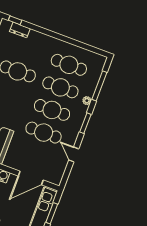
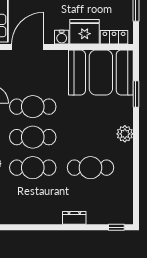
dresser: (20, 30) -> (74, 218), moved
cafe table: (69, 65) -> (33, 198), removed

